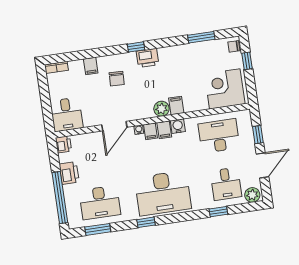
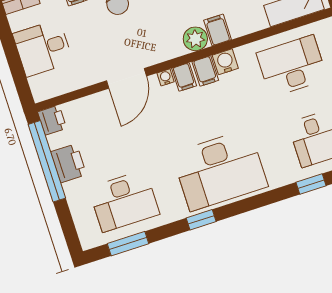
desk: (67, 114) -> (43, 48), moved, turned 90
window: (60, 198) -> (47, 161), moved

